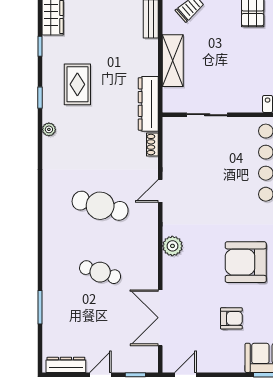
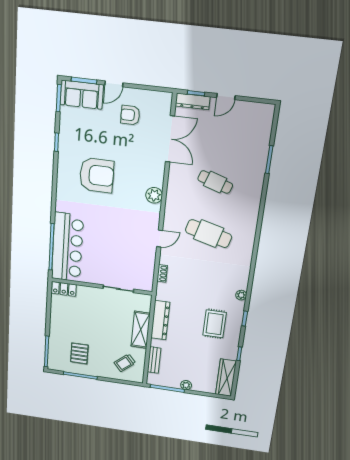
dresser: (148, 104) -> (160, 320), moved
armchair: (231, 318) -> (130, 115), moved
dresser: (66, 365) -> (193, 101), moved
door: (185, 375) -> (114, 84), moved

